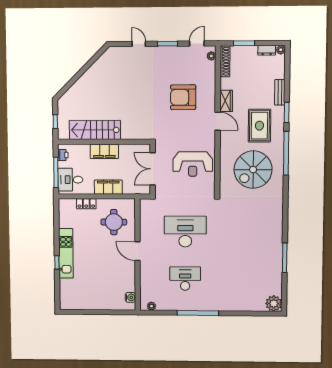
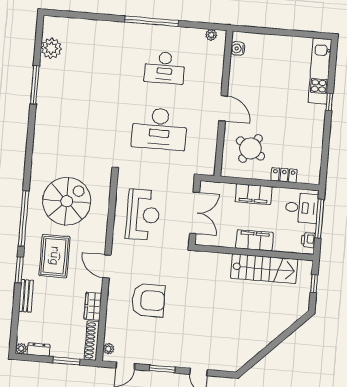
wardrobe: (226, 101) -> (93, 306), moved
reception desk: (193, 164) -> (143, 215), turned 90
round table: (114, 222) -> (250, 148), turned 33
kitchen unit: (66, 253) -> (320, 71), moved
plant: (274, 303) -> (51, 48), moved

